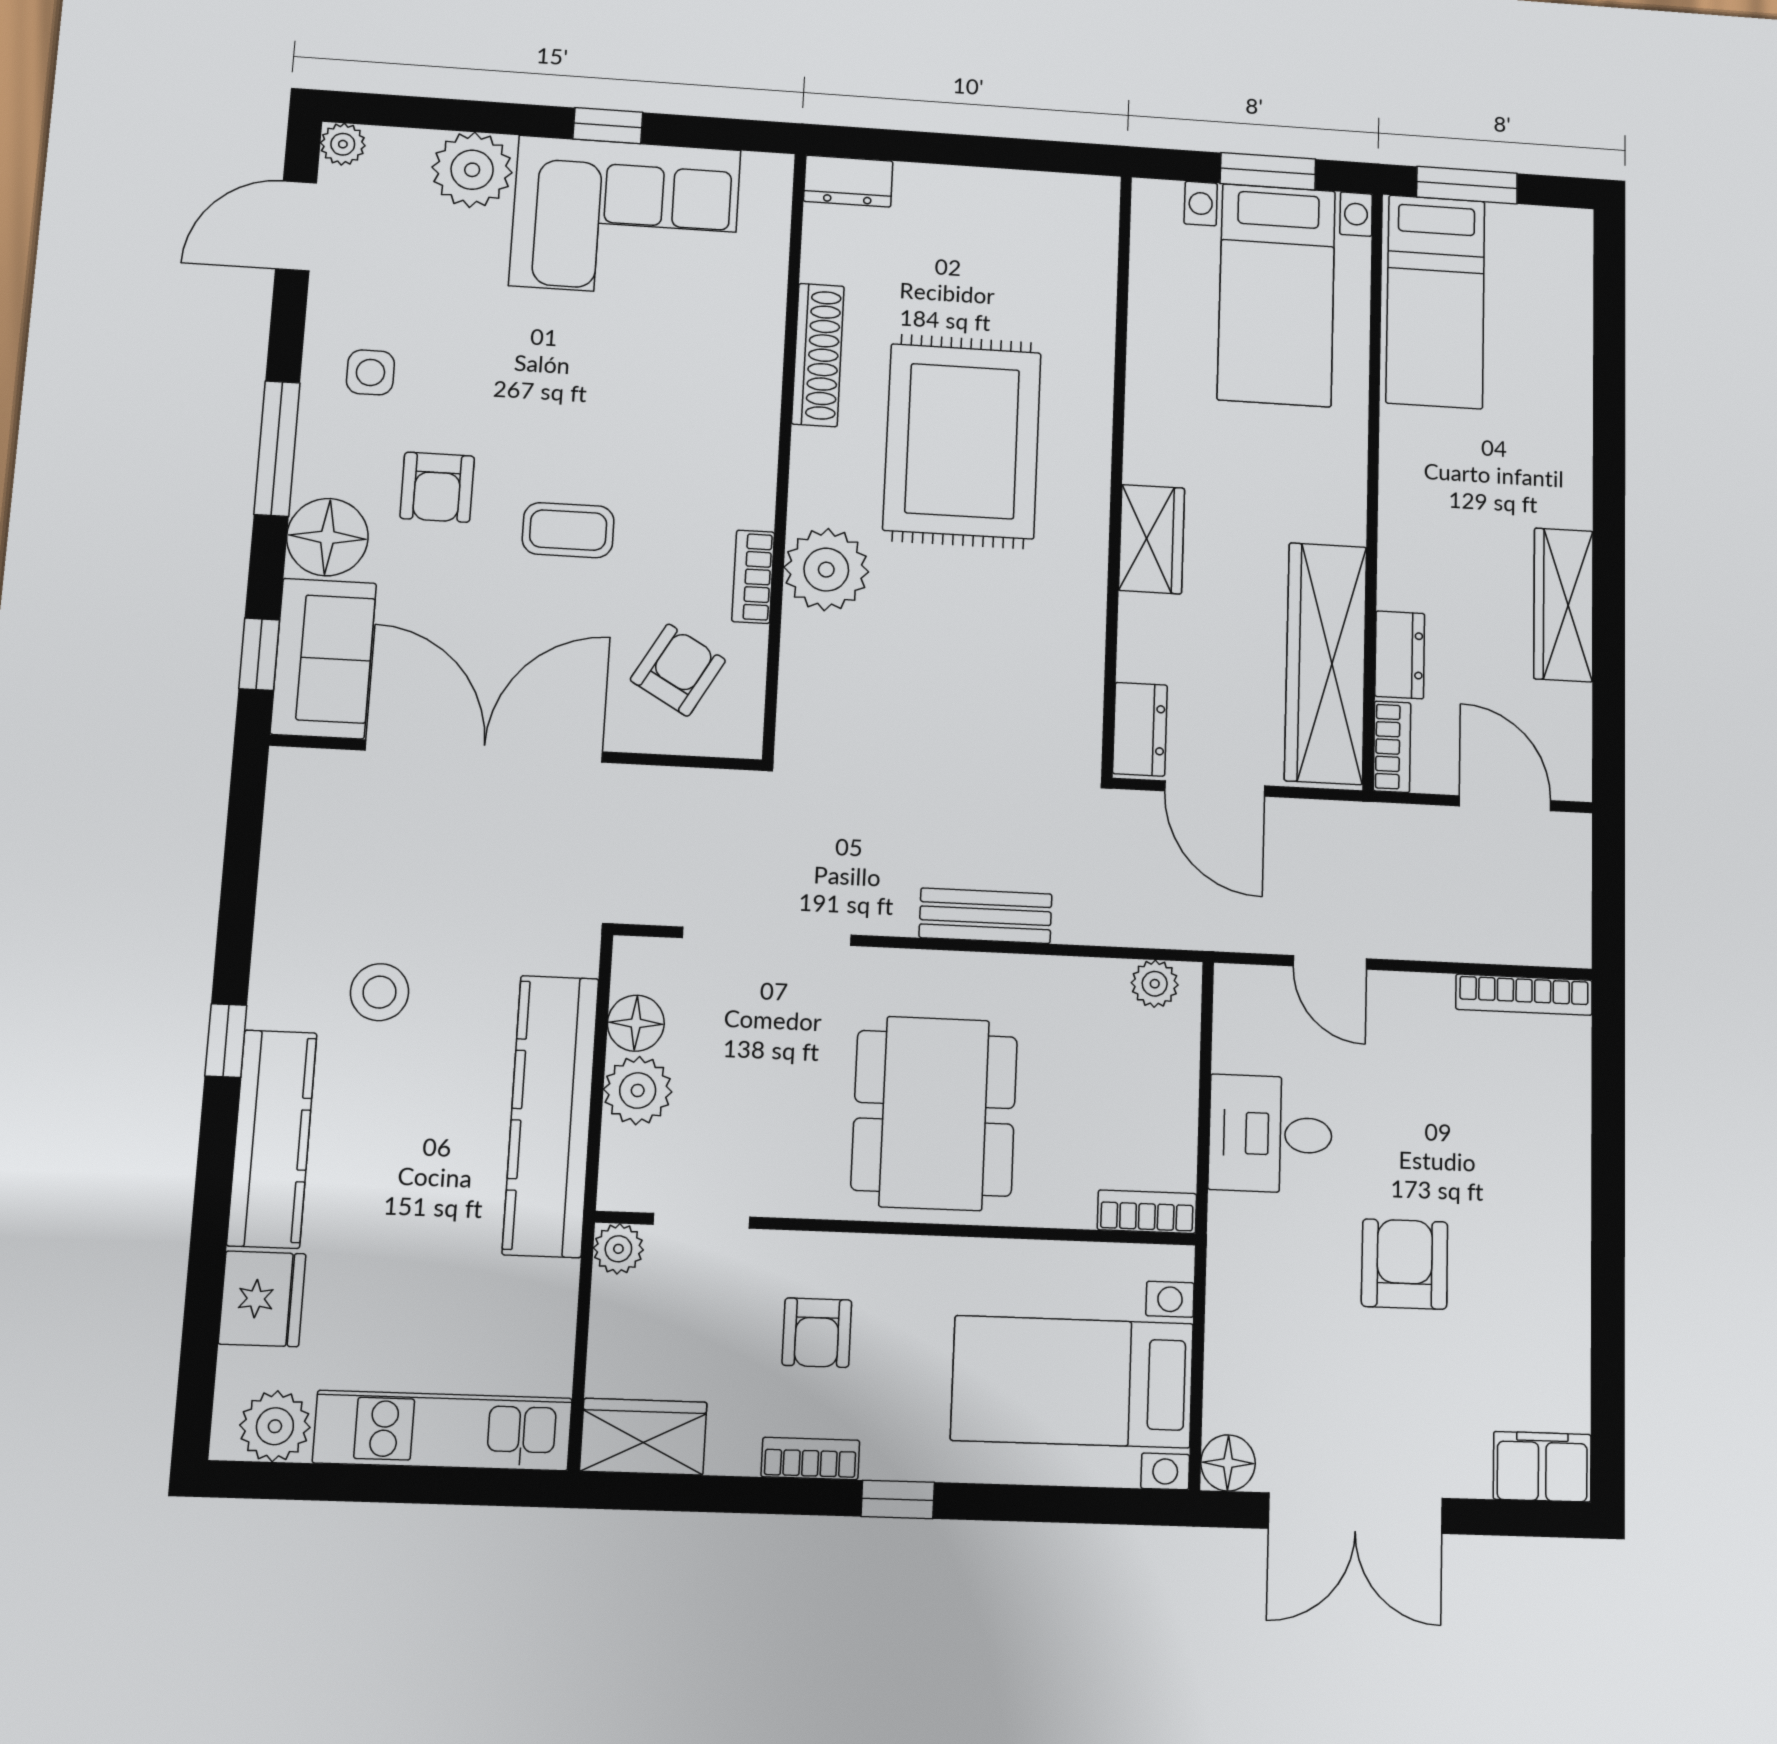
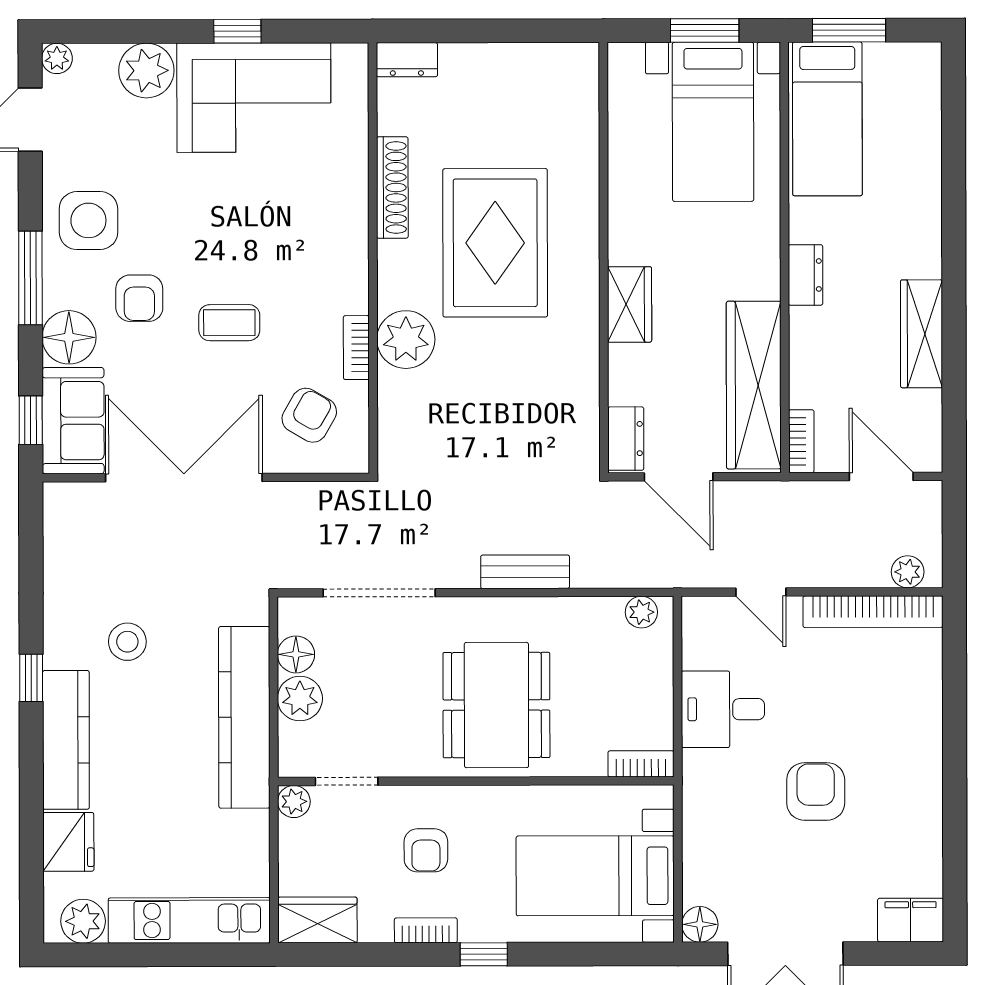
side table: (370, 372) -> (88, 220), width x1.87, depth x1.87
dresser: (1400, 655) -> (805, 275), moved
plant: (1542, 943) -> (908, 572), added
bookcase: (1524, 995) -> (873, 612), width x1.48, depth x1.31

